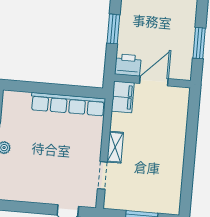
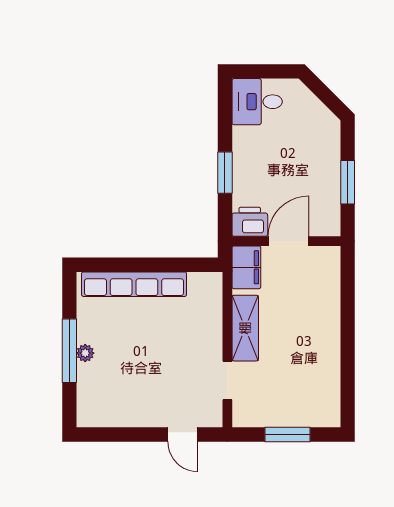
row of seats: (68, 104) -> (134, 284), moved
shelving: (115, 147) -> (245, 328), width x1.50, depth x1.33

